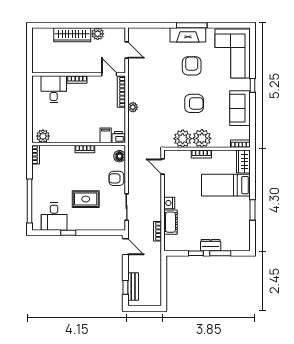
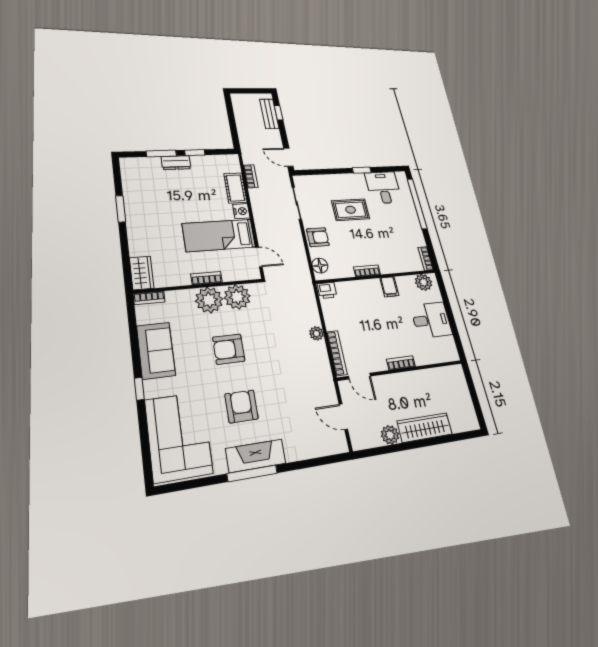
armchair: (192, 66) -> (241, 406), turned 180
desk: (54, 89) -> (431, 320), moved, turned -90
filing cabinet: (106, 135) -> (389, 287), moved
bed: (226, 185) -> (219, 235), moved, turned 180

